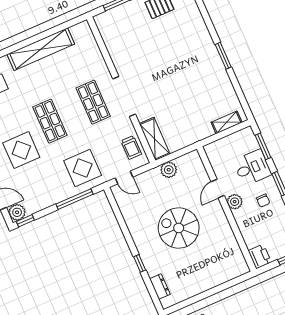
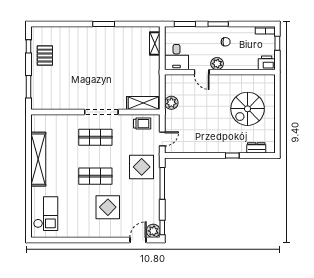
desk: (252, 168) -> (176, 57), moved, turned 180
spiral stairs: (179, 228) -> (248, 109), moved

